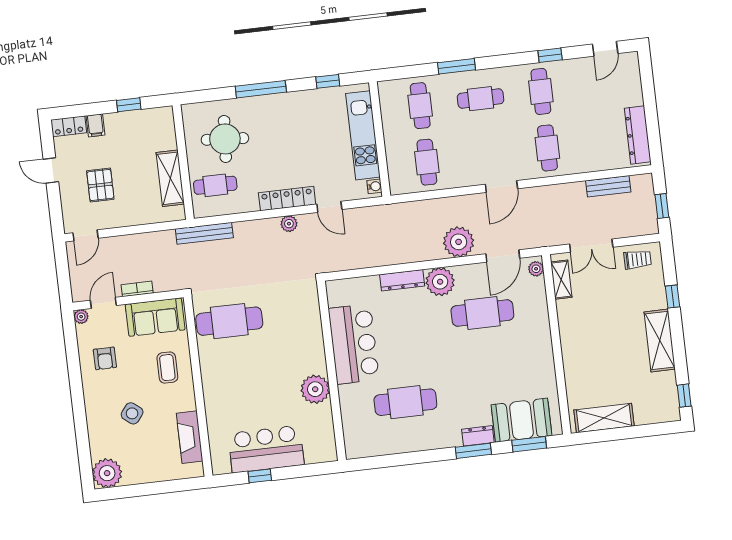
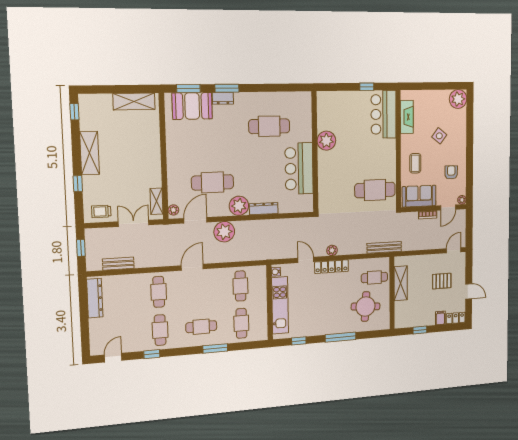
pallet: (100, 185) -> (442, 281), turned 90
bar counter: (266, 449) -> (384, 114), moved, turned 90

